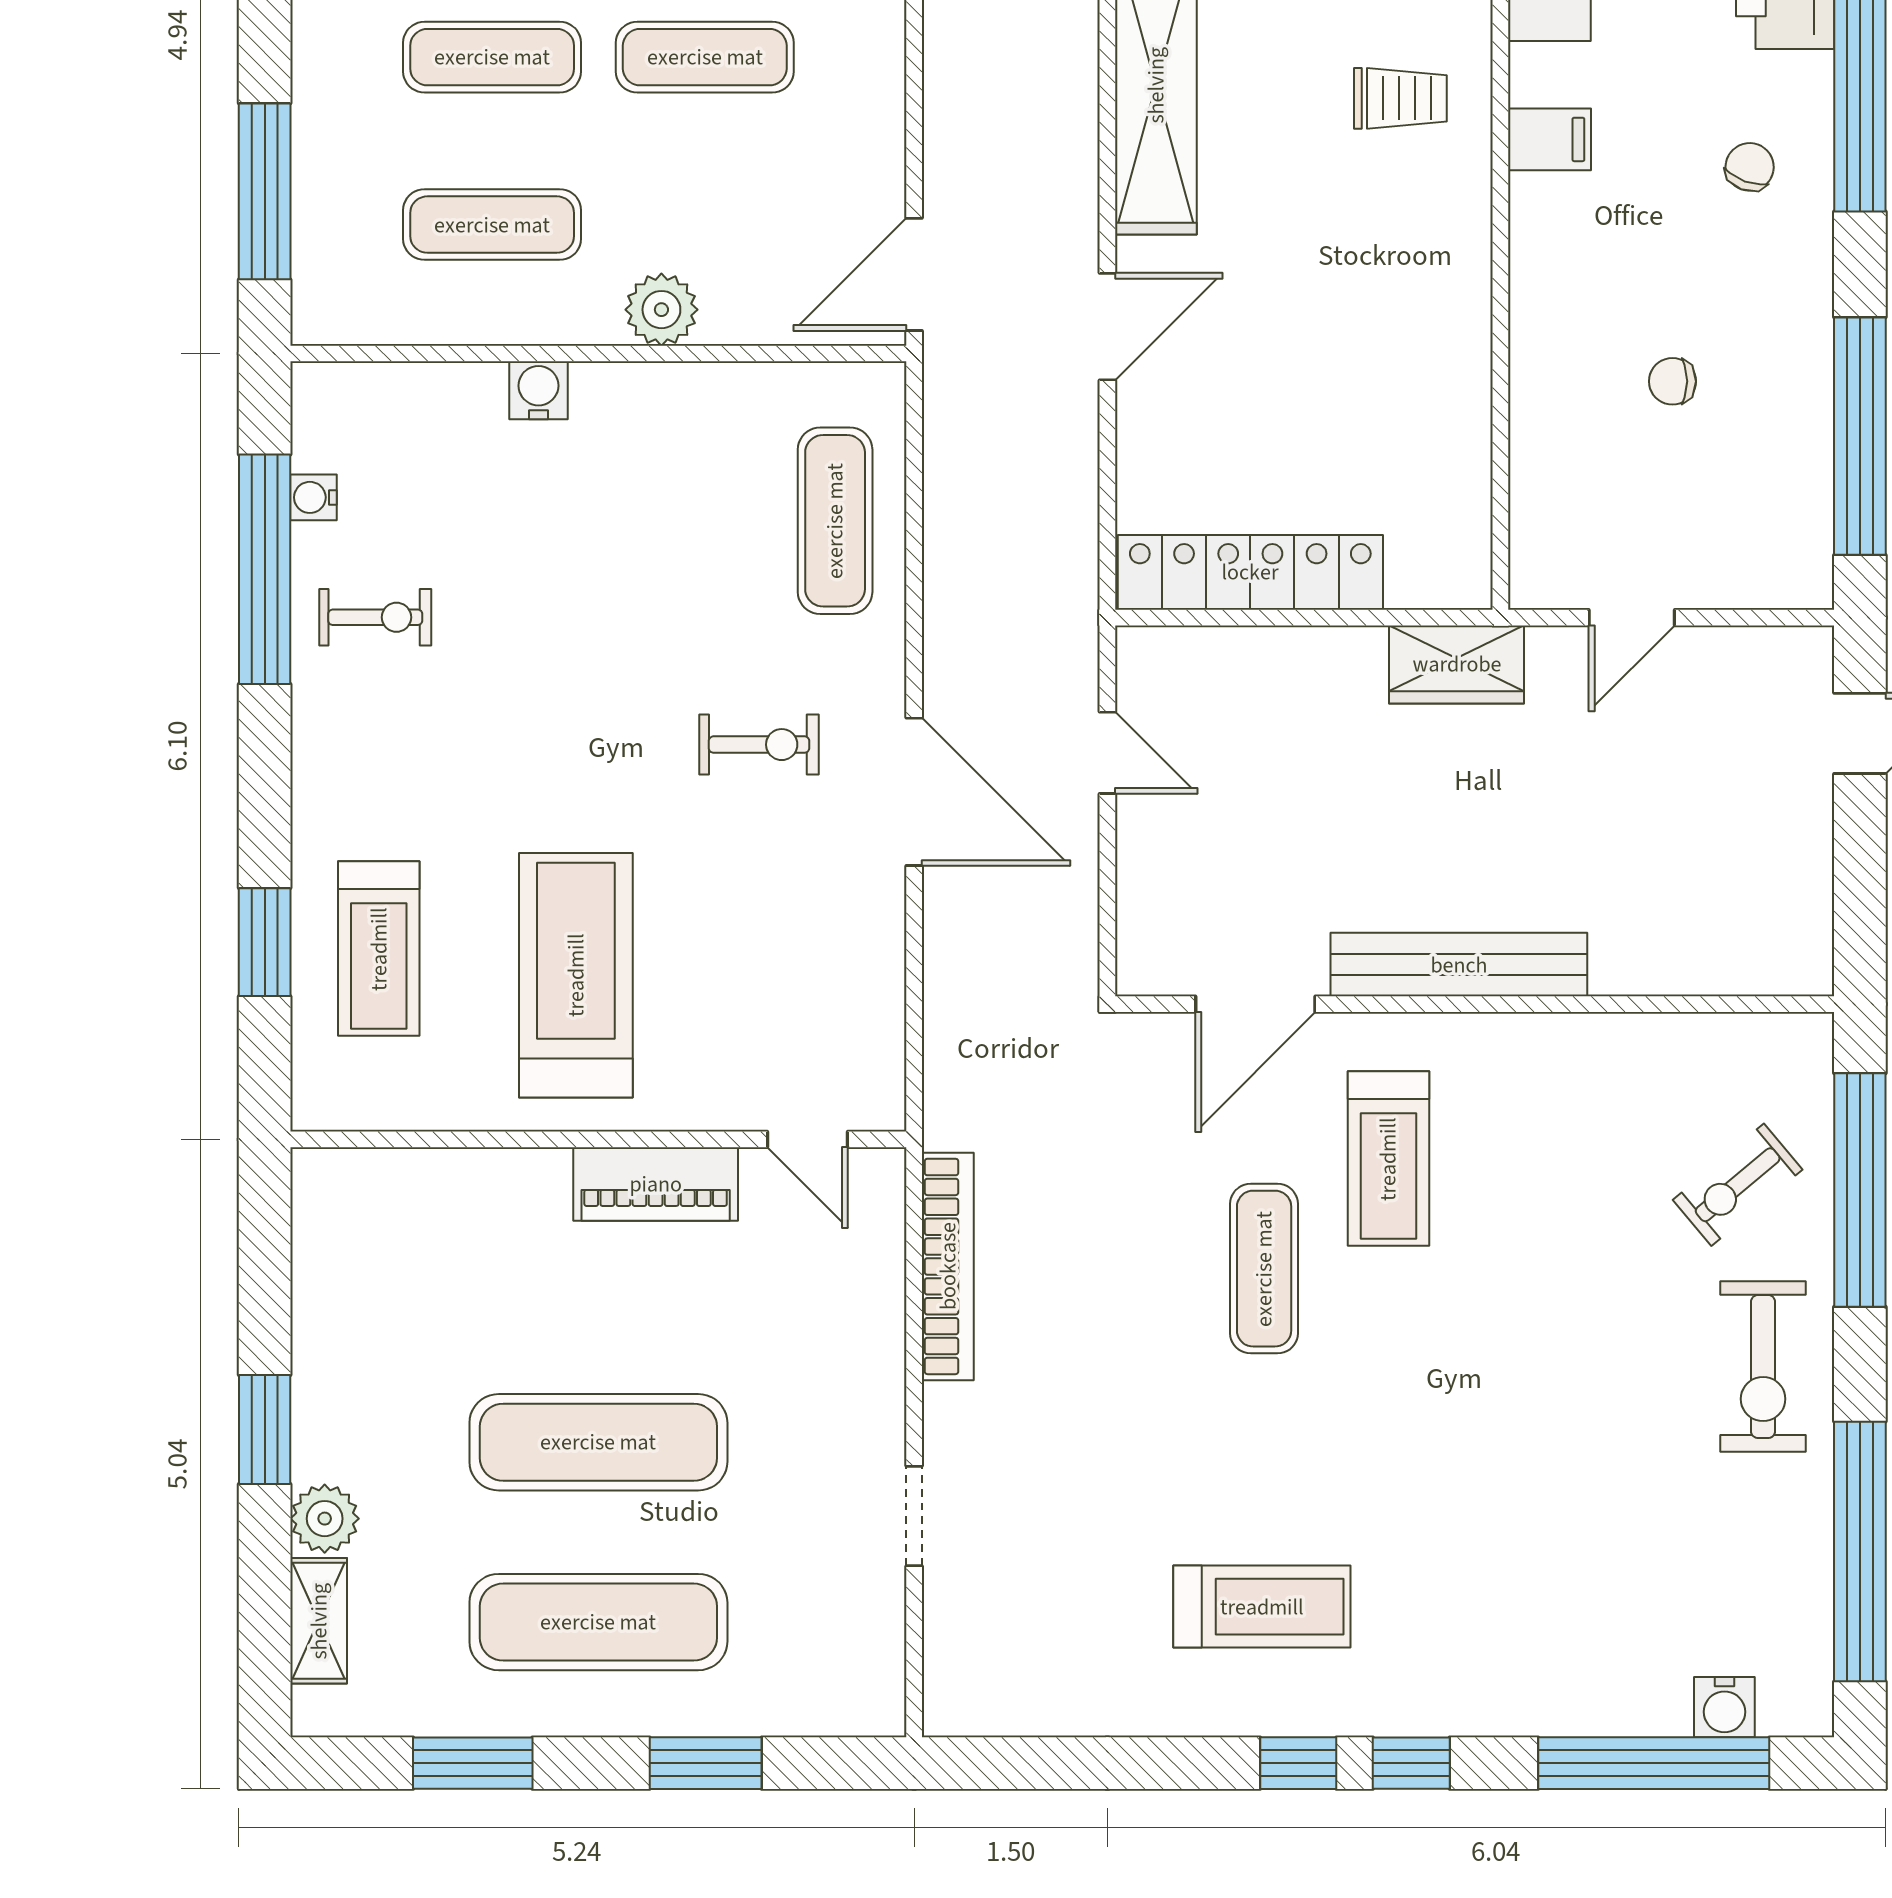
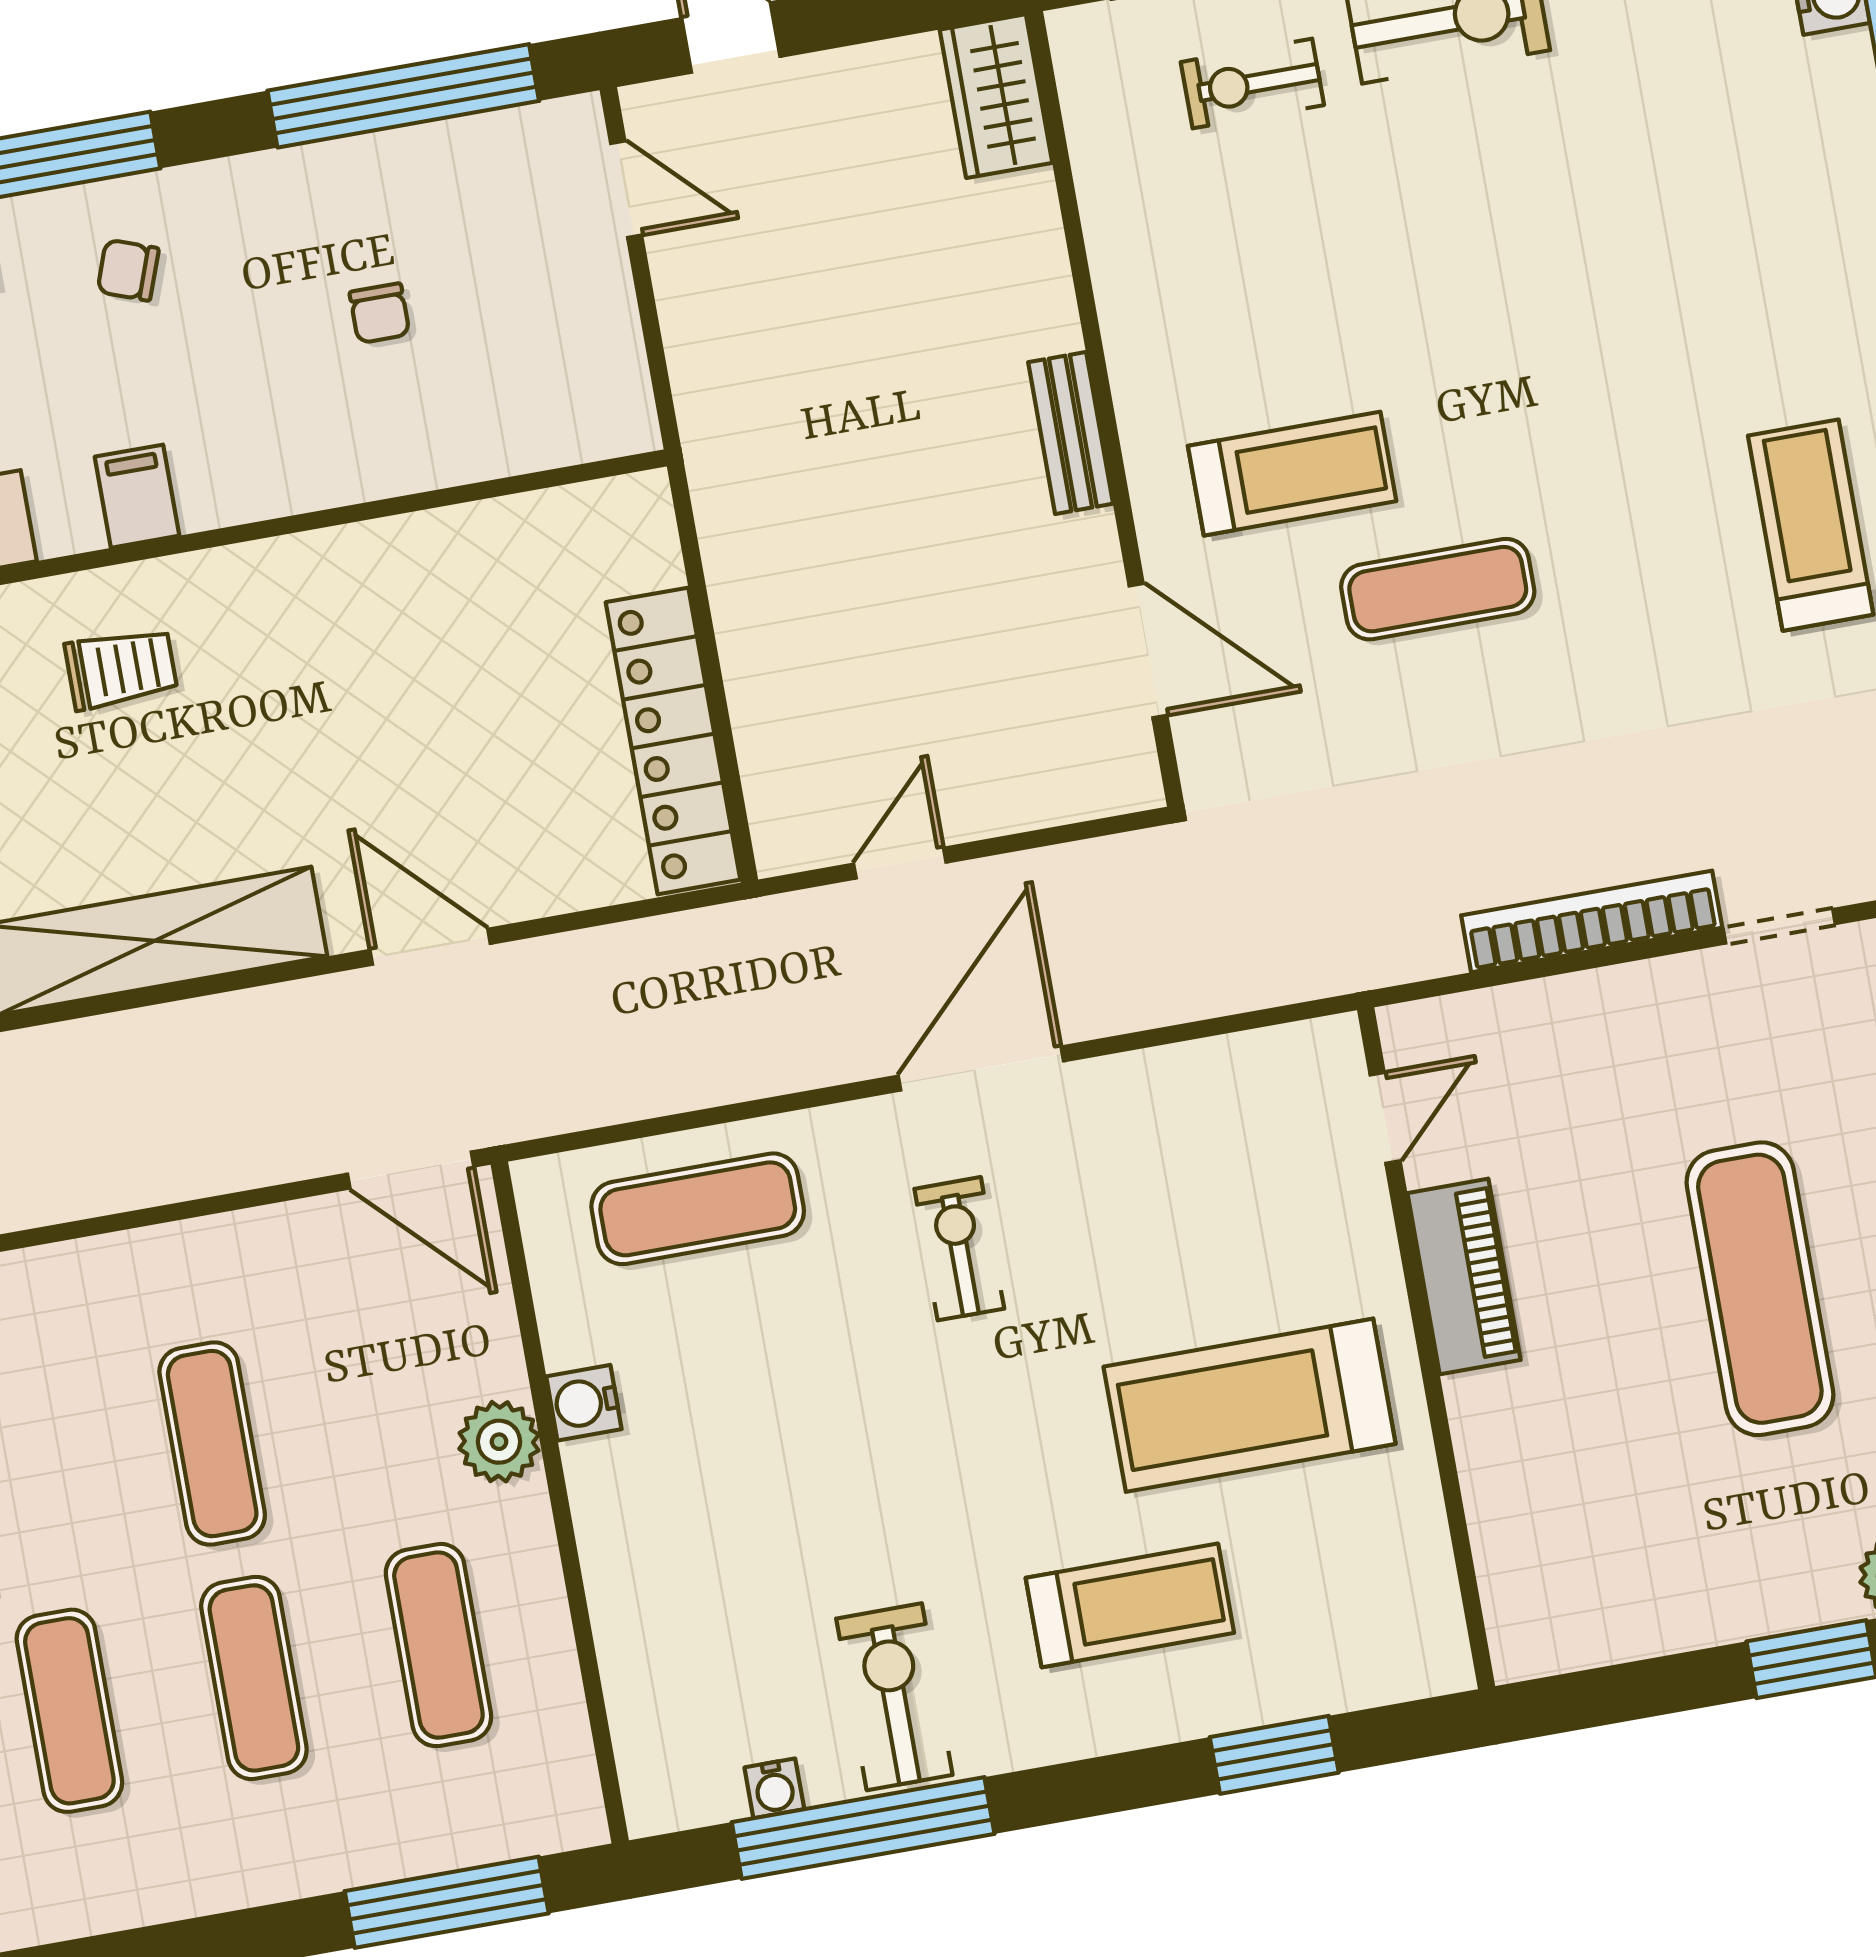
trolley: (1400, 98) -> (121, 669), turned 90
water cooler: (538, 390) -> (584, 1403), moved
exercise bike: (375, 617) -> (894, 1697), width x1.38, depth x1.39
door: (1632, 618) -> (626, 189), moved
wardrobe: (1457, 664) -> (996, 96), moved, turned 180
treadmill: (379, 949) -> (1130, 1605), moved
bench: (1459, 965) -> (1071, 433), width x0.54, depth x0.82
exercise bike: (1738, 1185) -> (1252, 84), turned 130
bookcase: (948, 1266) -> (1592, 921), moved

